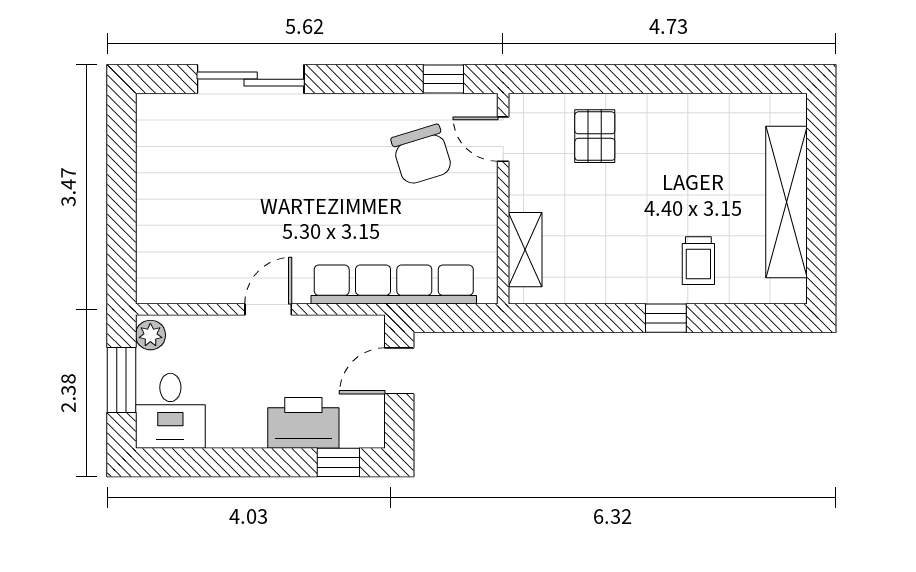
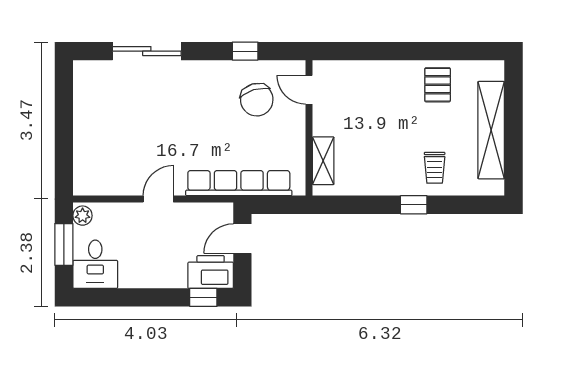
window: (443, 79) -> (245, 51), moved
pallet: (595, 136) -> (438, 85), moved
printer: (303, 423) -> (211, 272), moved

